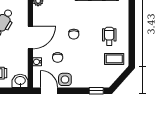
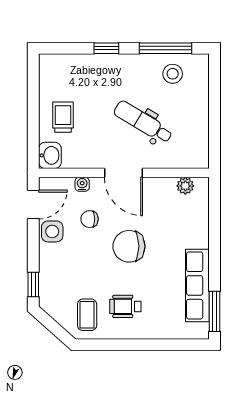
chair: (74, 34) -> (129, 246), width x1.87, depth x1.87
wheelchair: (109, 36) -> (125, 306), turned 180

